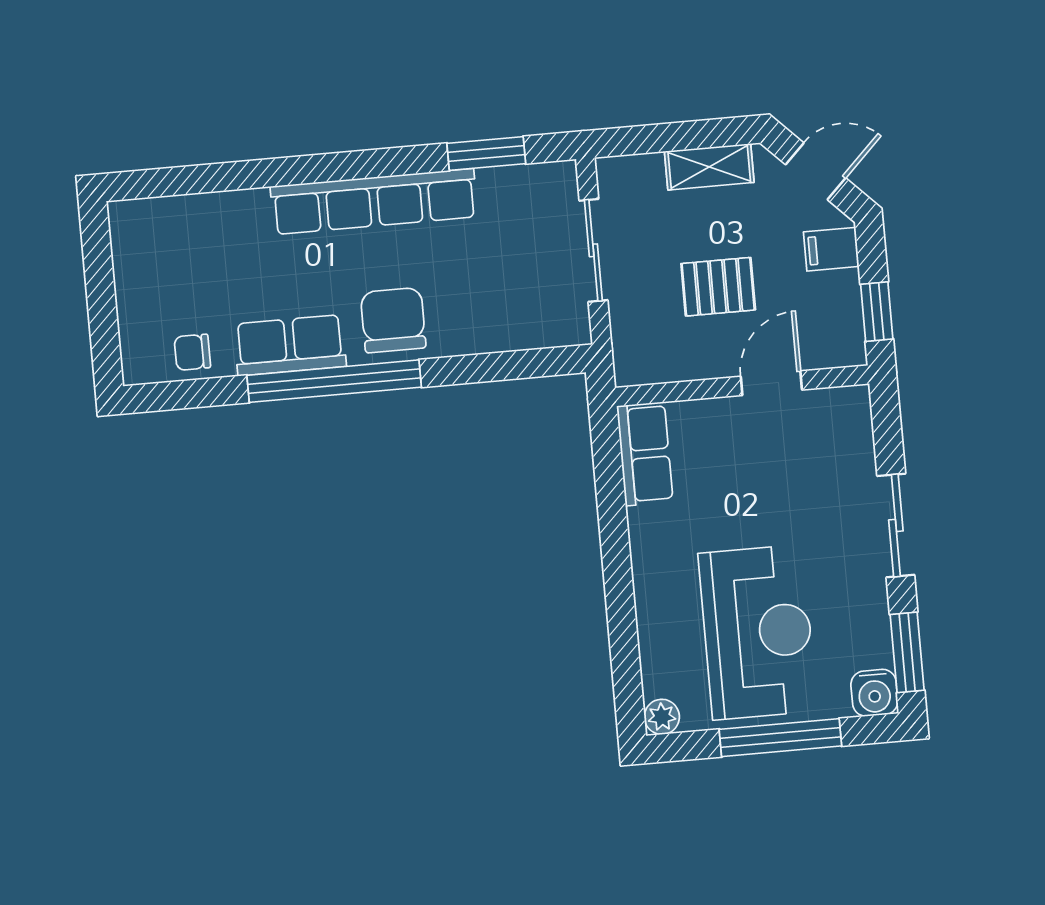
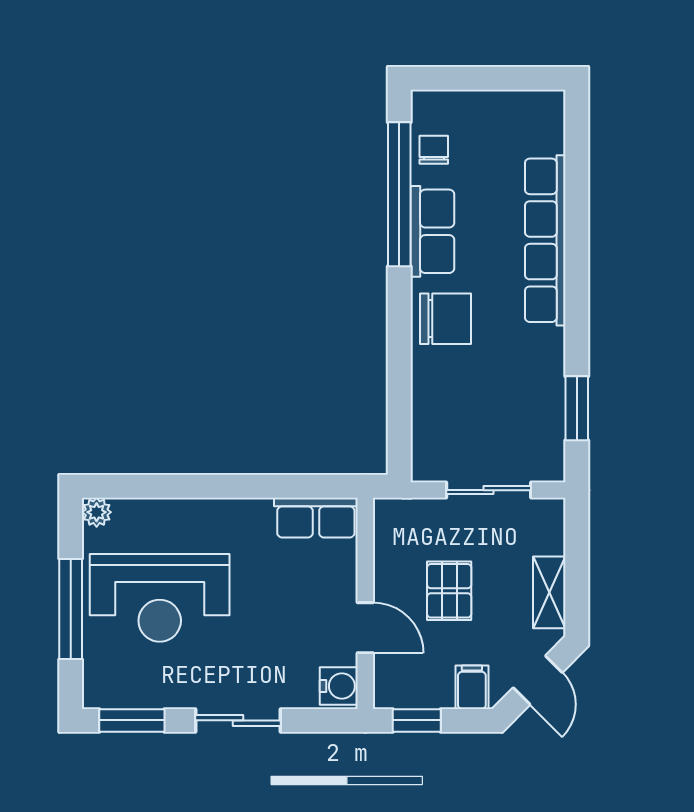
row of seats: (374, 202) -> (545, 240), moved
window: (334, 381) -> (399, 194), moved
water cooler: (874, 693) -> (339, 686), moved, turned 180

